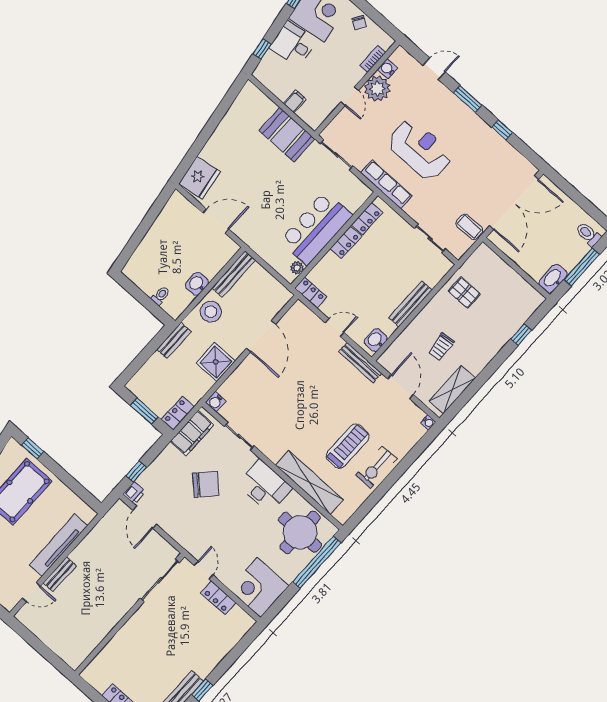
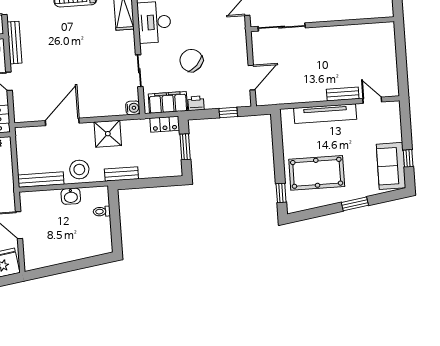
printer: (134, 493) -> (196, 103), moved

